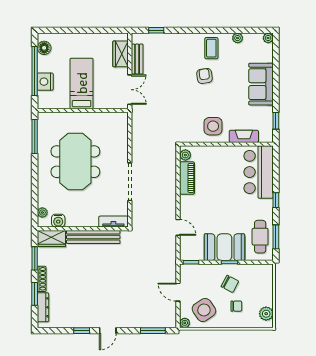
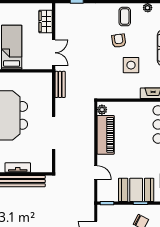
bench: (137, 59) -> (60, 84), moved
side table: (213, 126) -> (131, 65), moved
piano: (187, 178) -> (106, 135), width x1.37, depth x1.33
tv unit: (113, 222) -> (18, 168), moved

